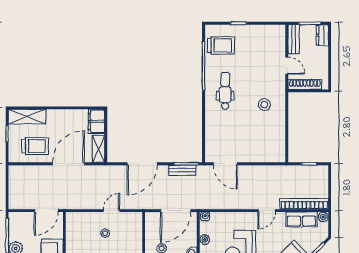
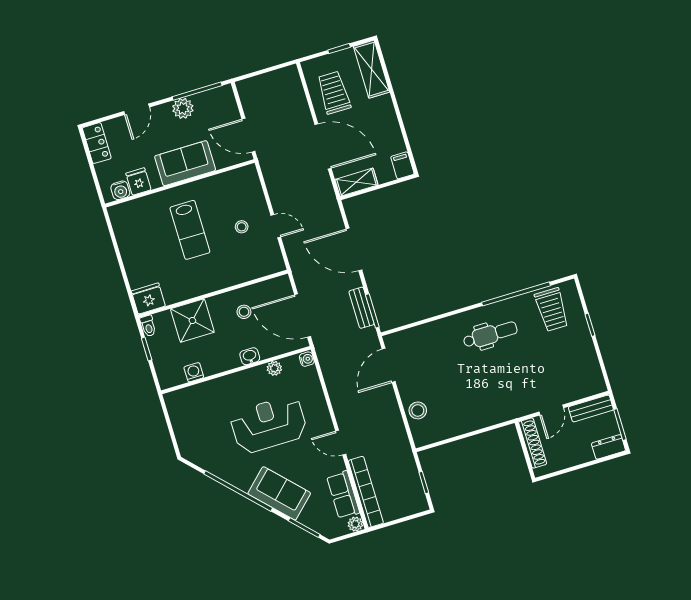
stool: (264, 105) -> (418, 410), moved
filing cabinet: (96, 121) -> (402, 165), width x0.50
trolley: (35, 146) -> (334, 93), turned 180

